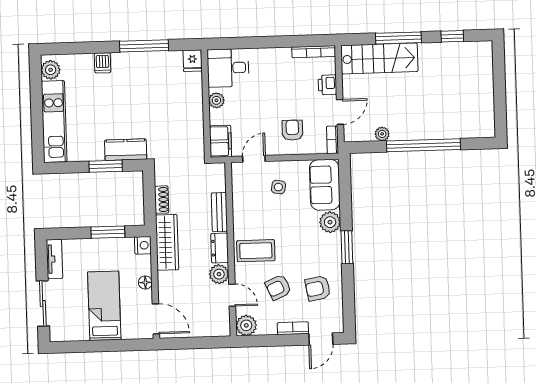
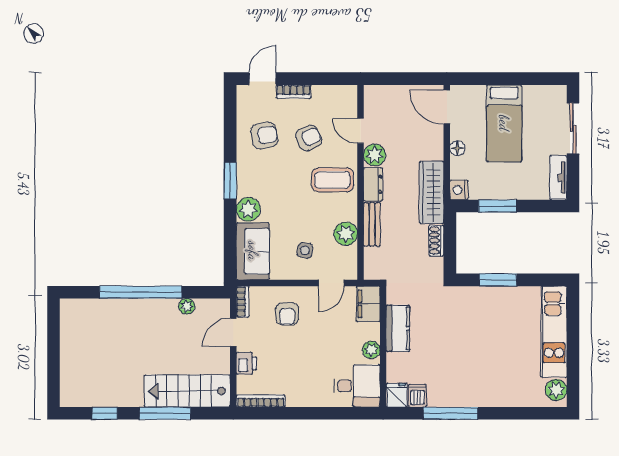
dishwasher: (102, 63) -> (417, 396), moved
kitchen counter: (126, 150) -> (398, 328), moved, turned -90
plant: (246, 325) -> (346, 234), moved

